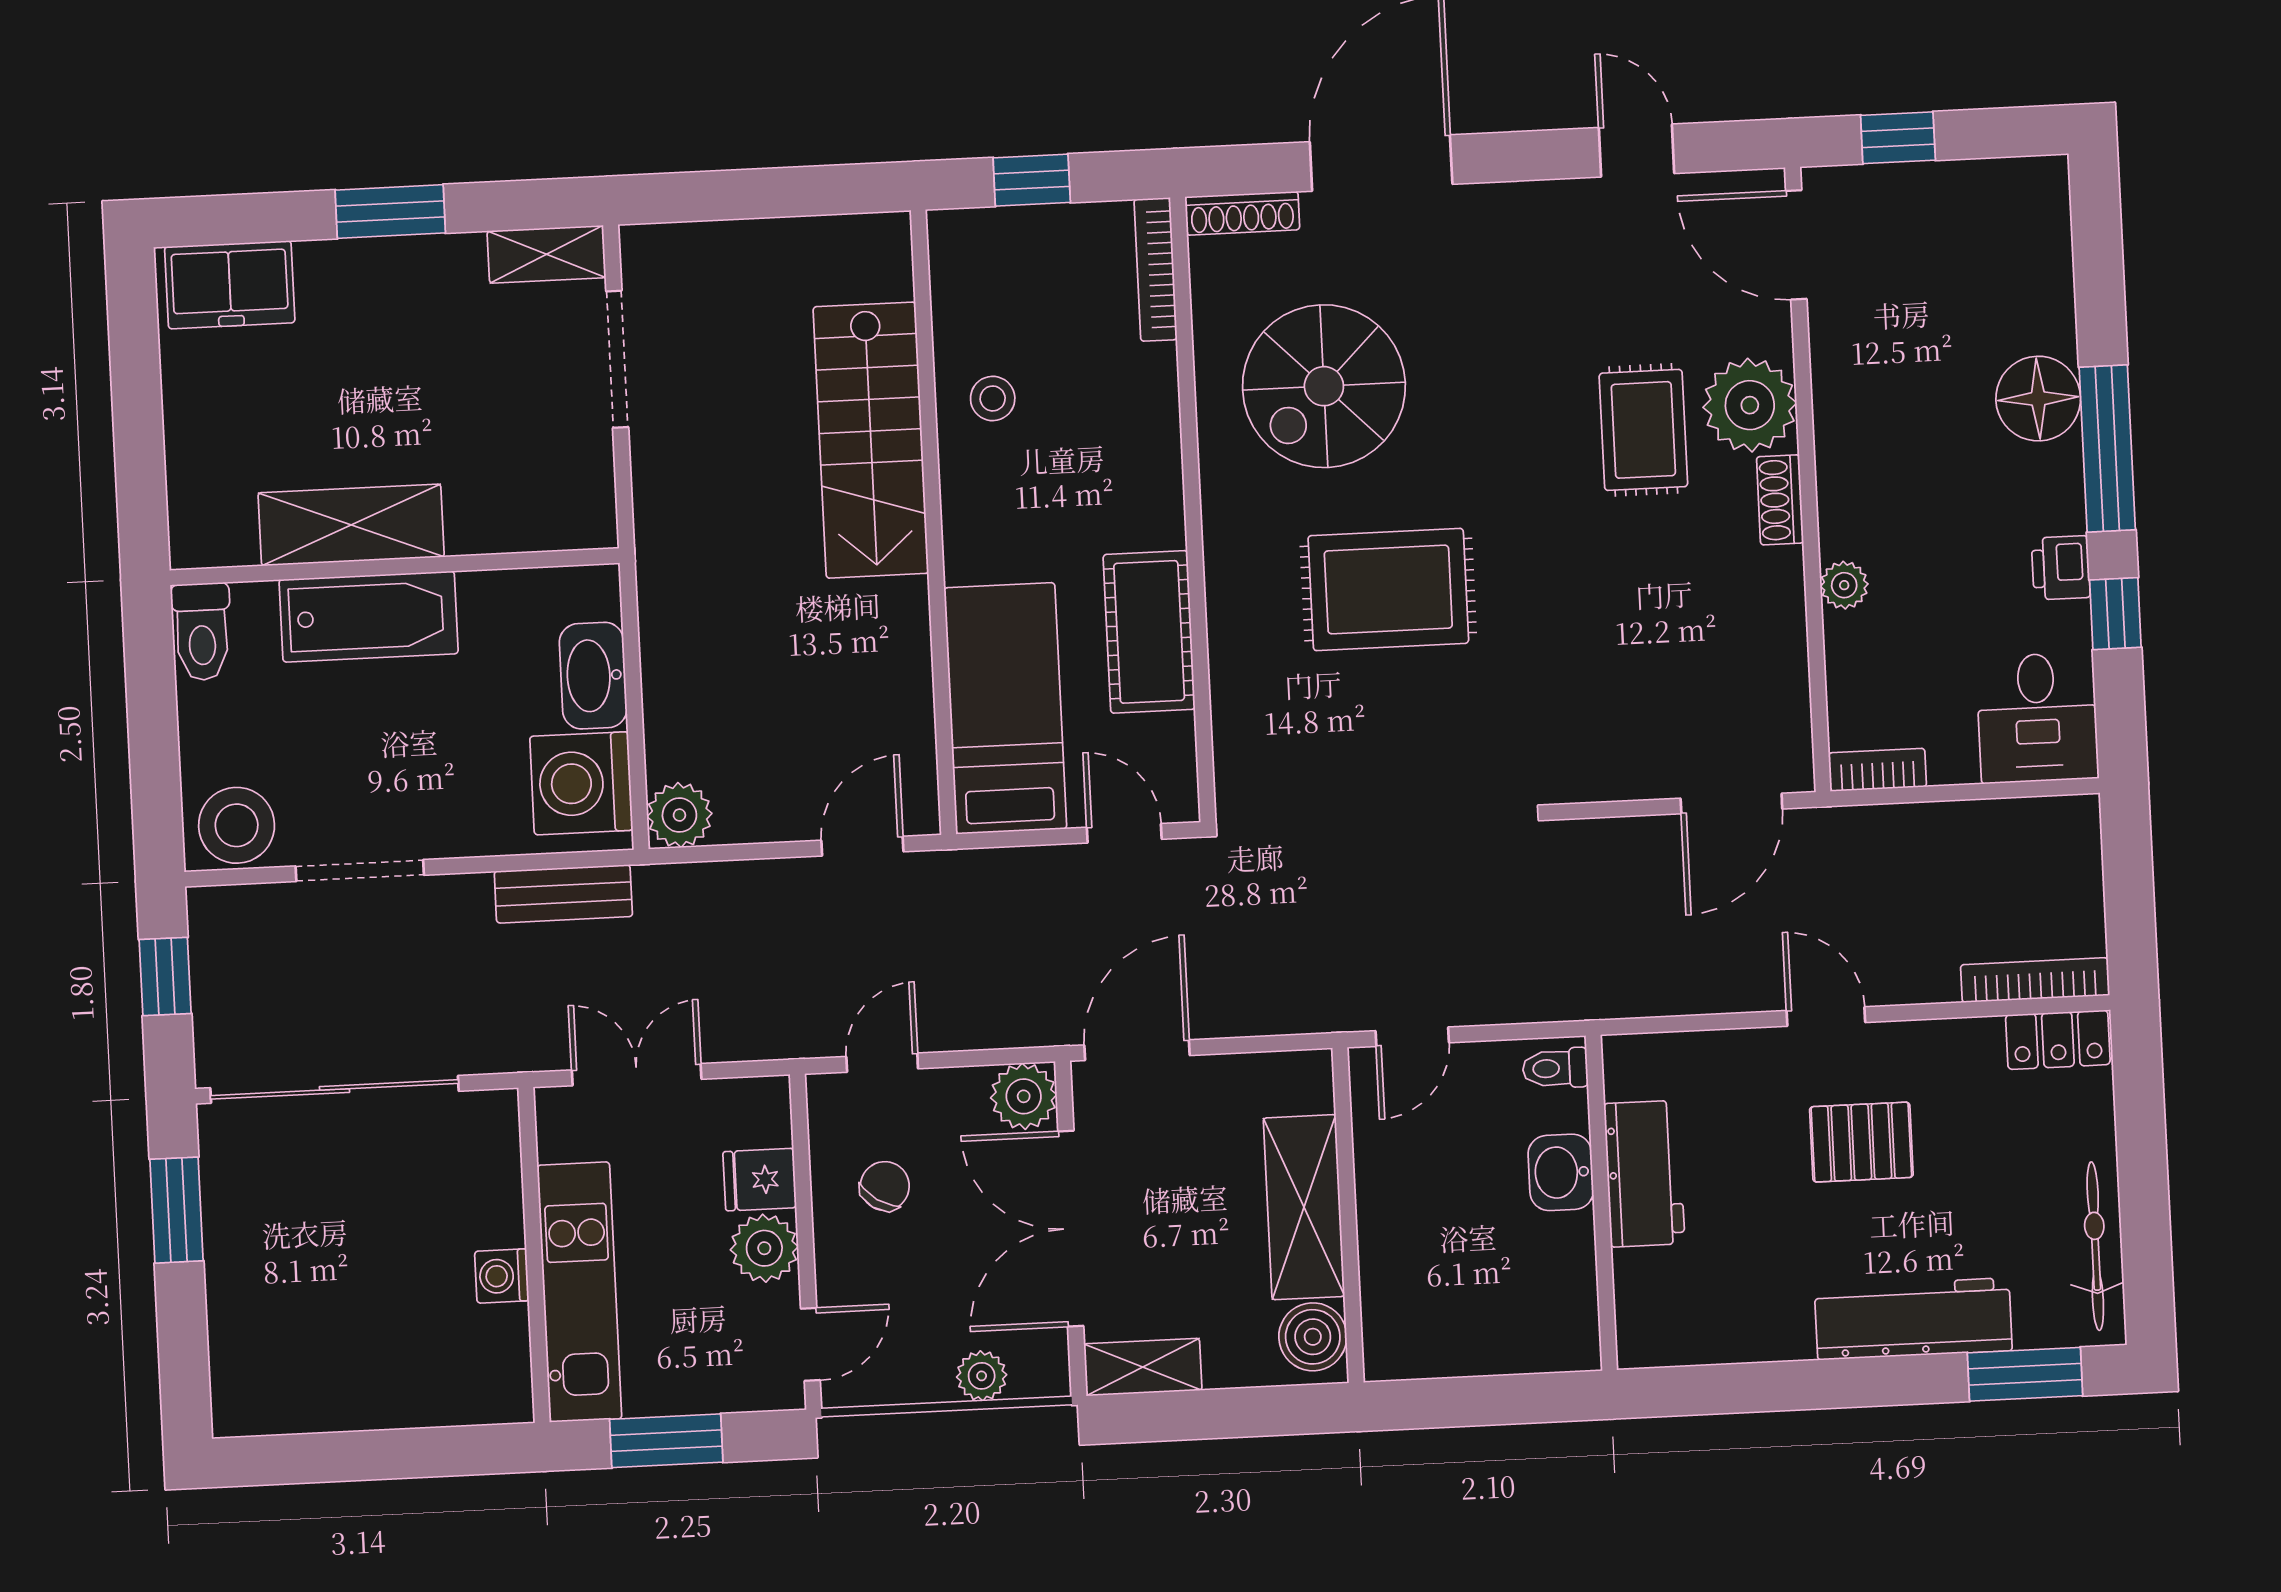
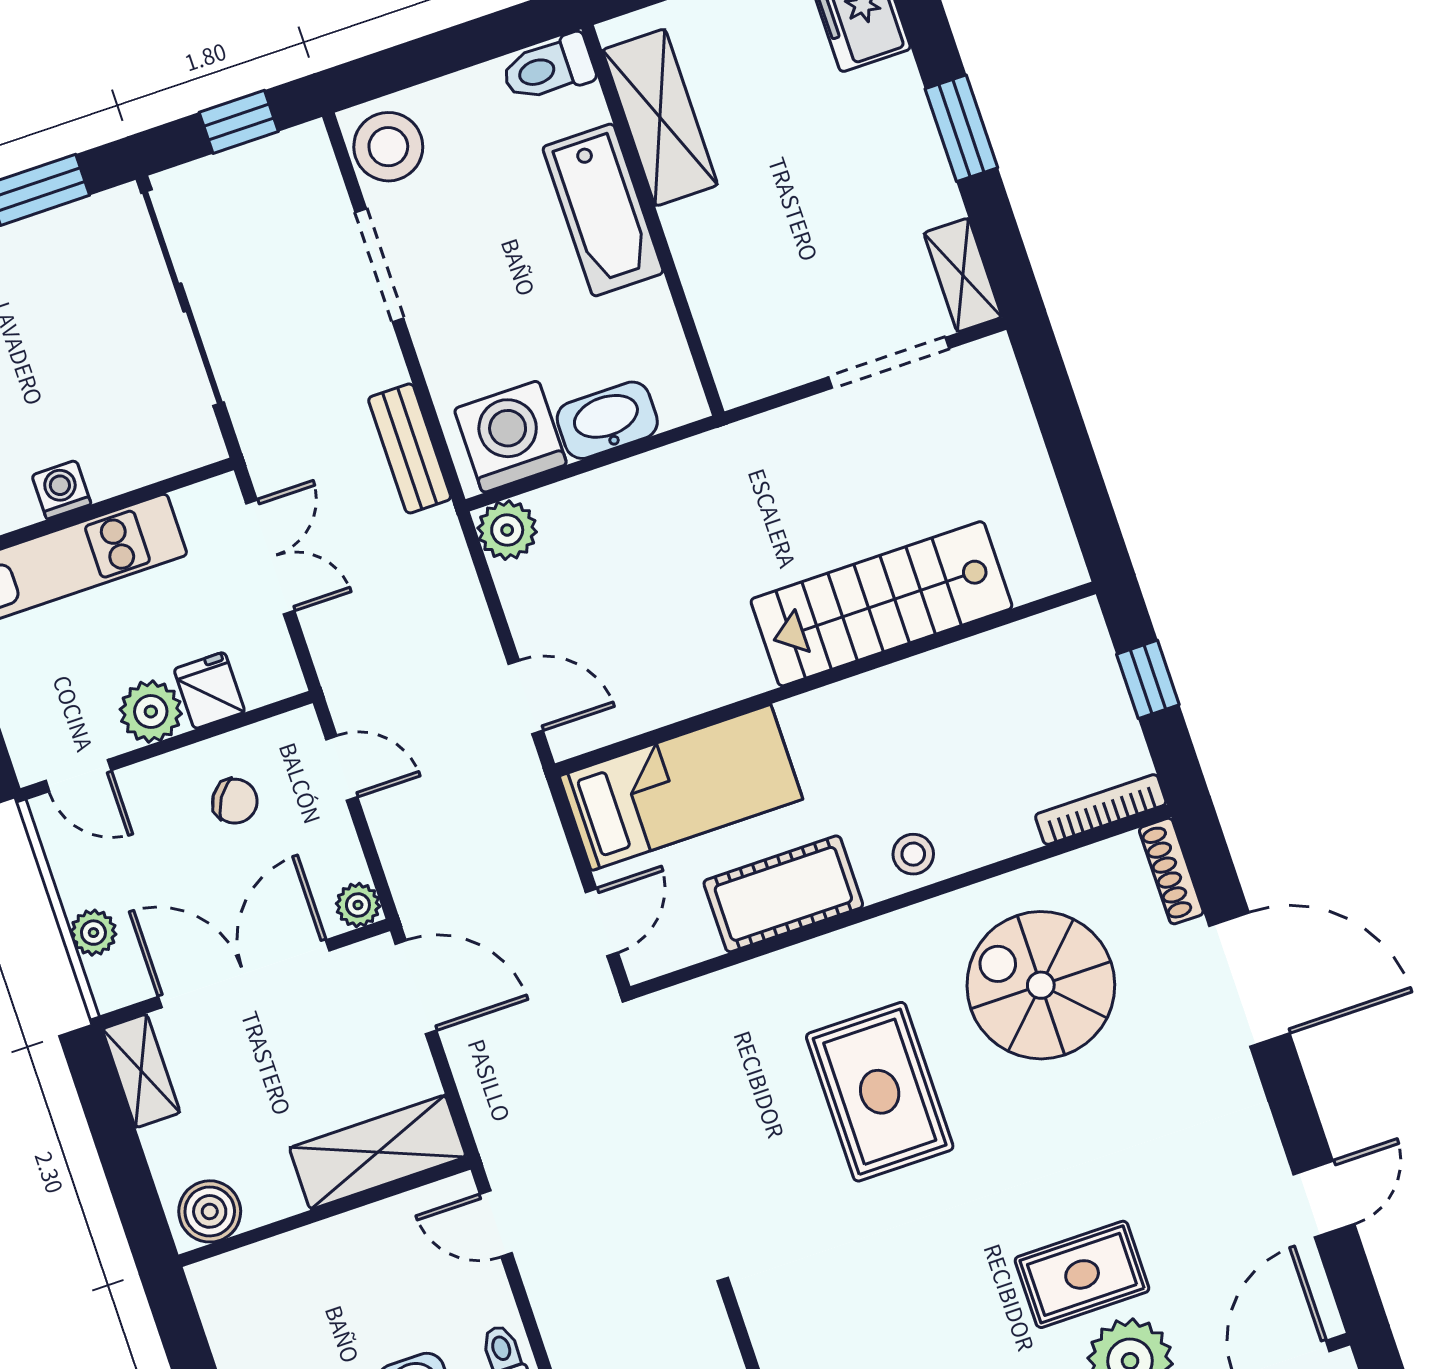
stool: (993, 398) -> (913, 854), moved
shelving: (351, 525) -> (660, 117), moved
plant: (1024, 1096) -> (358, 905), width x0.73, depth x0.73
shelving: (1304, 1207) -> (378, 1152), moved

